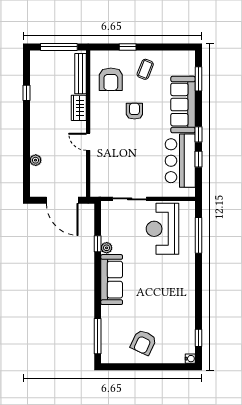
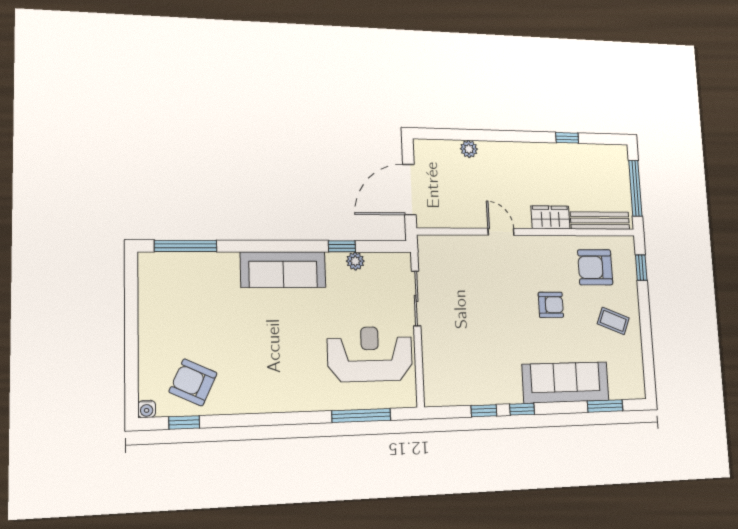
window: (128, 47) -> (641, 268), moved
door: (88, 142) -> (501, 232), hinge flipped
bar counter: (180, 161) -> (480, 381), removed
plant: (107, 248) -> (355, 261), moved
armchair: (143, 342) -> (193, 382), moved

